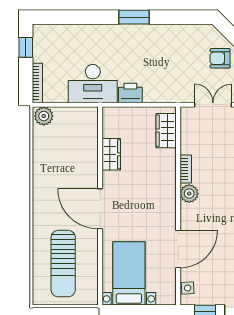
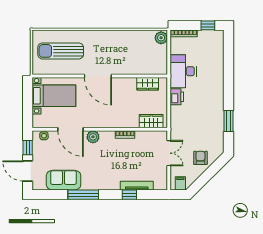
window: (134, 17) -> (228, 121), moved
wardrobe: (111, 154) -> (148, 84), moved
plant: (189, 194) -> (93, 137), moved
door: (100, 209) -> (98, 76), swing flipped

